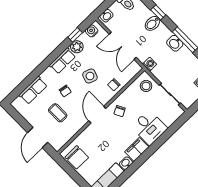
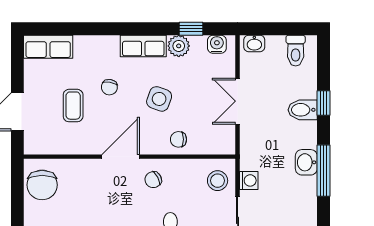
double door: (123, 46) -> (238, 101), width x0.73
washing machine: (150, 64) -> (249, 180), moved
row of seats: (33, 90) -> (48, 47), moved

